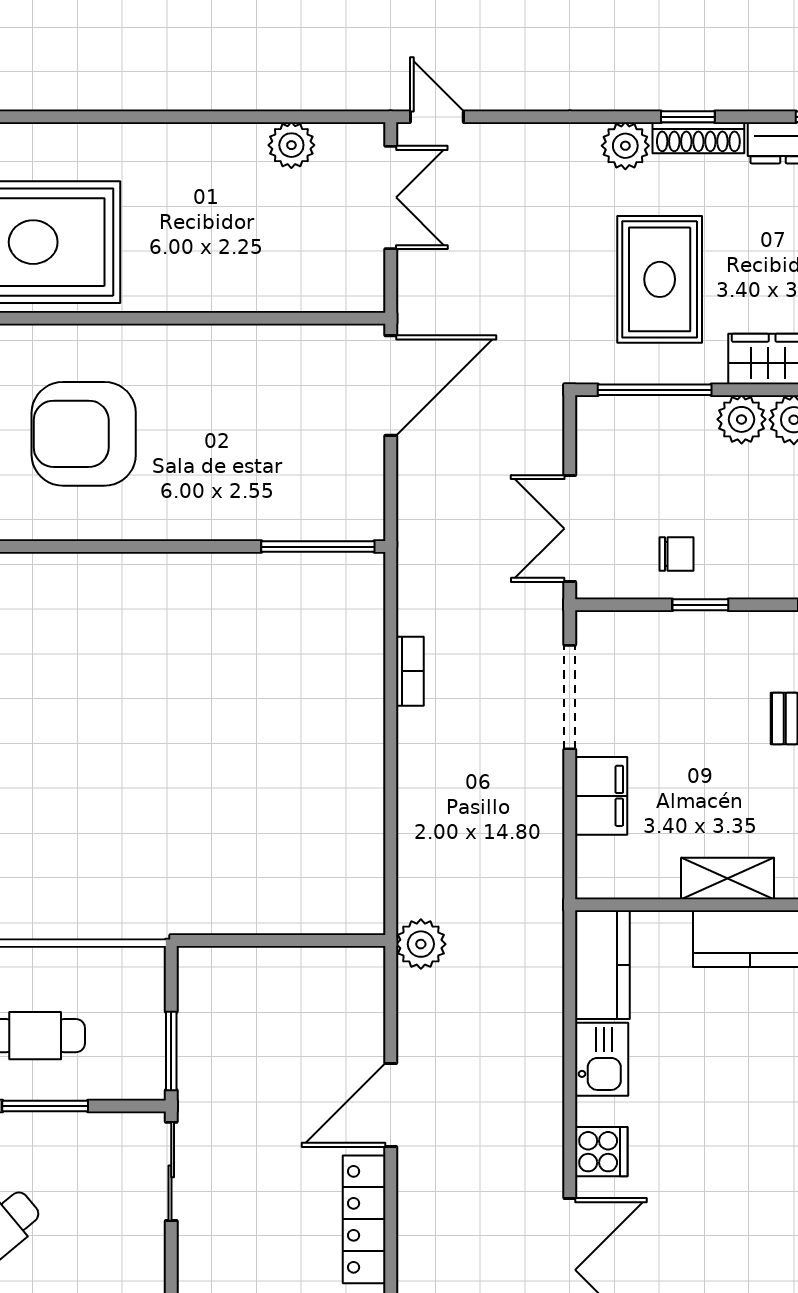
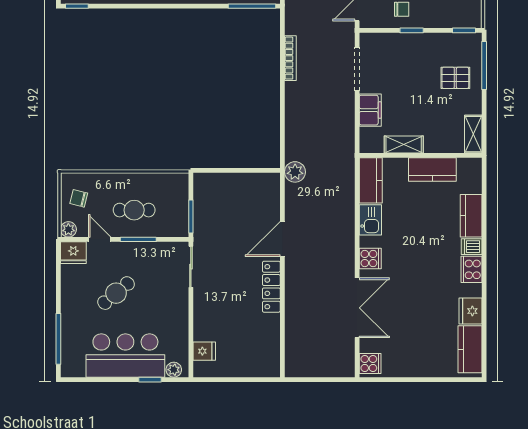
bookcase: (410, 671) -> (290, 58), width x1.56
shelving: (728, 878) -> (404, 145), moved

